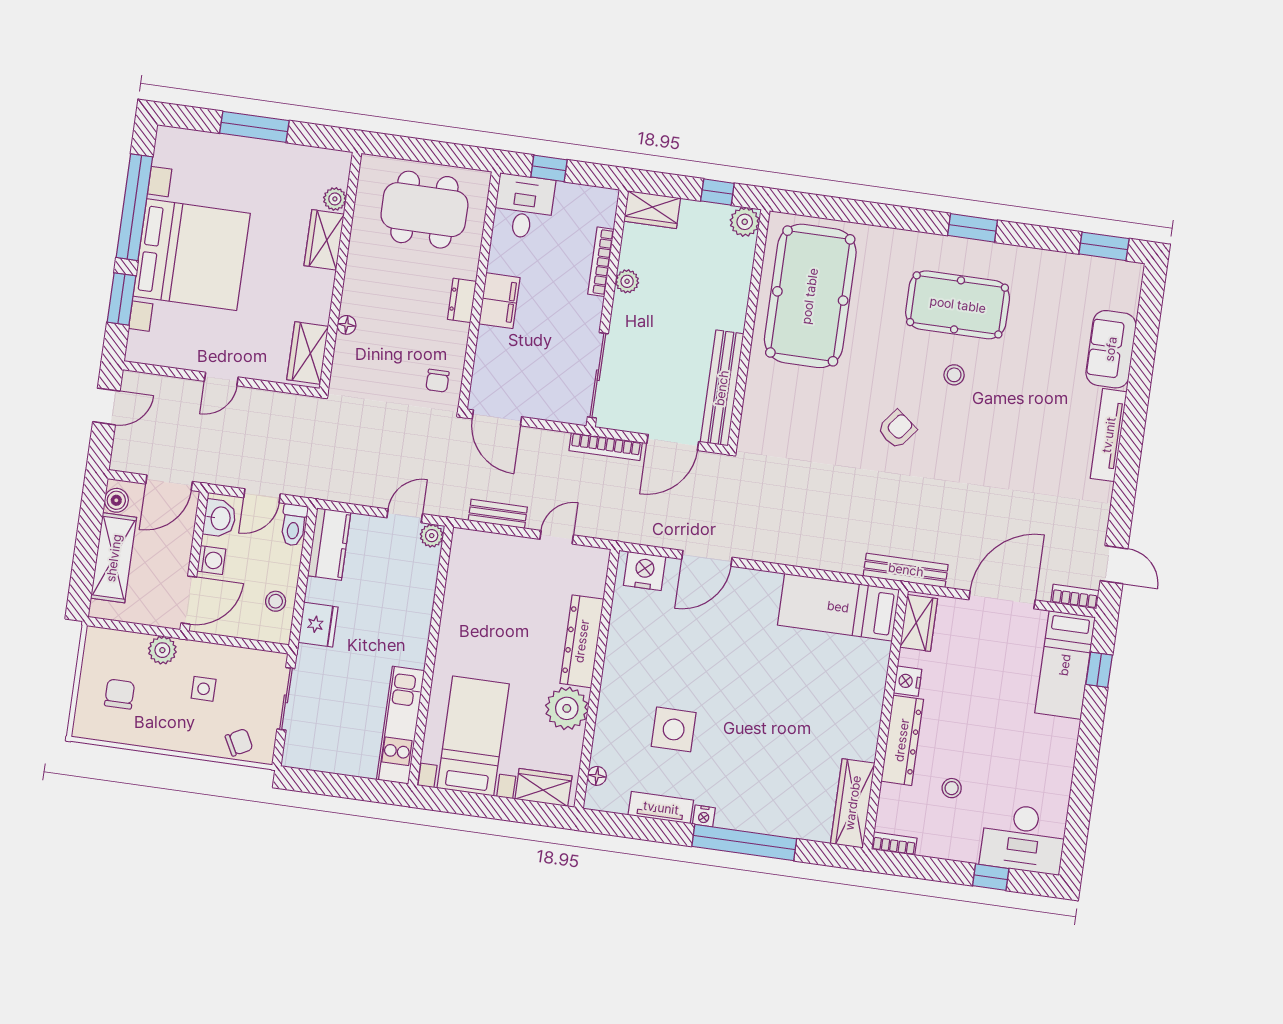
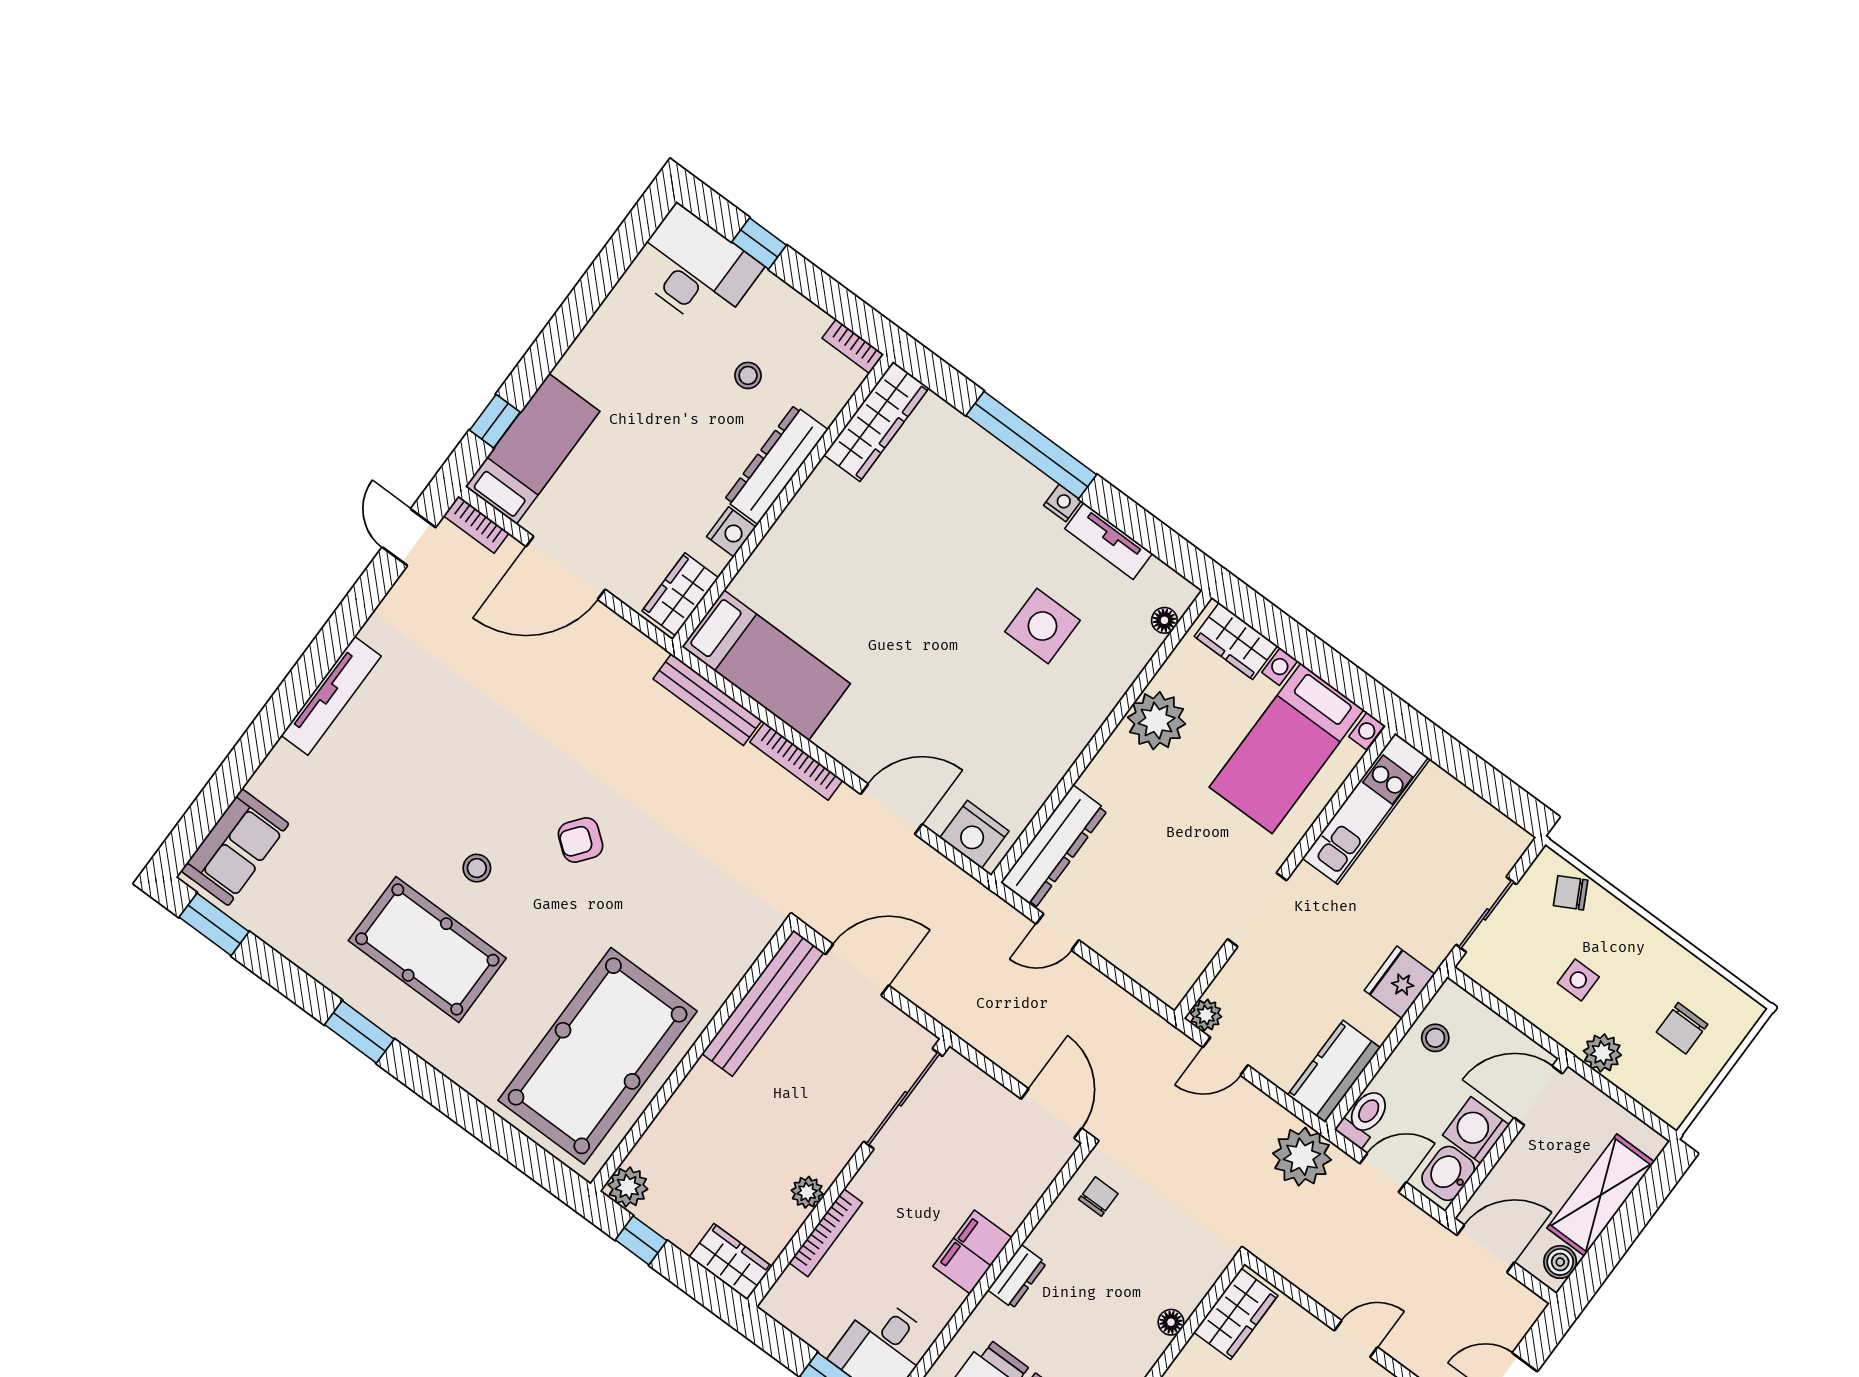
sofa: (1111, 349) -> (235, 847), moved
bookcase: (606, 446) -> (796, 761), moved, turned 180
plant: (320, 478) -> (1302, 1157), added
bench: (498, 514) -> (1113, 998), removed
washing machine: (211, 560) -> (1476, 1130), width x1.38, depth x1.38
bench: (906, 570) -> (708, 700), moved
doorway: (436, 621) -> (1257, 910), added
dresser: (582, 641) -> (1054, 847), moved

